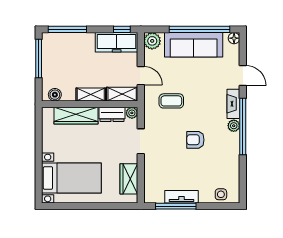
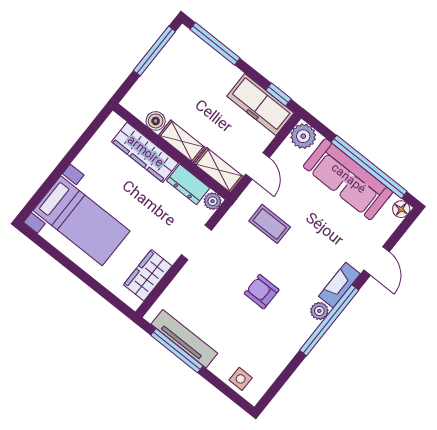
boiler: (55, 95) -> (156, 121), moved
tv unit: (181, 197) -> (184, 339), width x1.41

